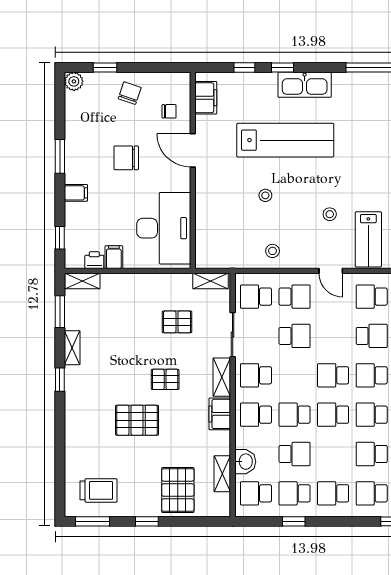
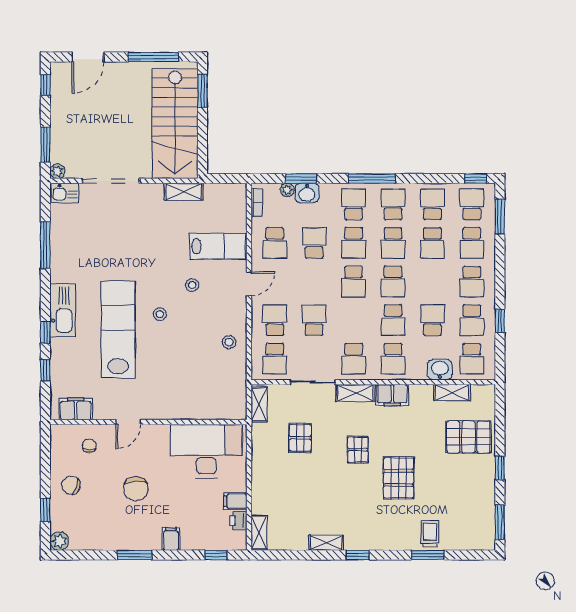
door: (193, 150) -> (128, 422), width x0.73
stool: (265, 195) -> (160, 314), moved
window: (60, 312) -> (428, 555), moved
trolley: (98, 490) -> (430, 534), moved, width x0.73, depth x0.72

